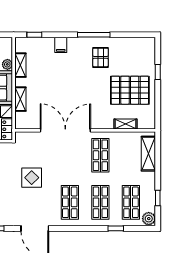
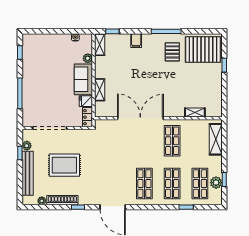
shelving: (20, 65) -> (100, 45), moved
pallet: (130, 90) -> (203, 49), moved
display table: (32, 178) -> (110, 161), removed
plant: (149, 219) -> (216, 183), moved

